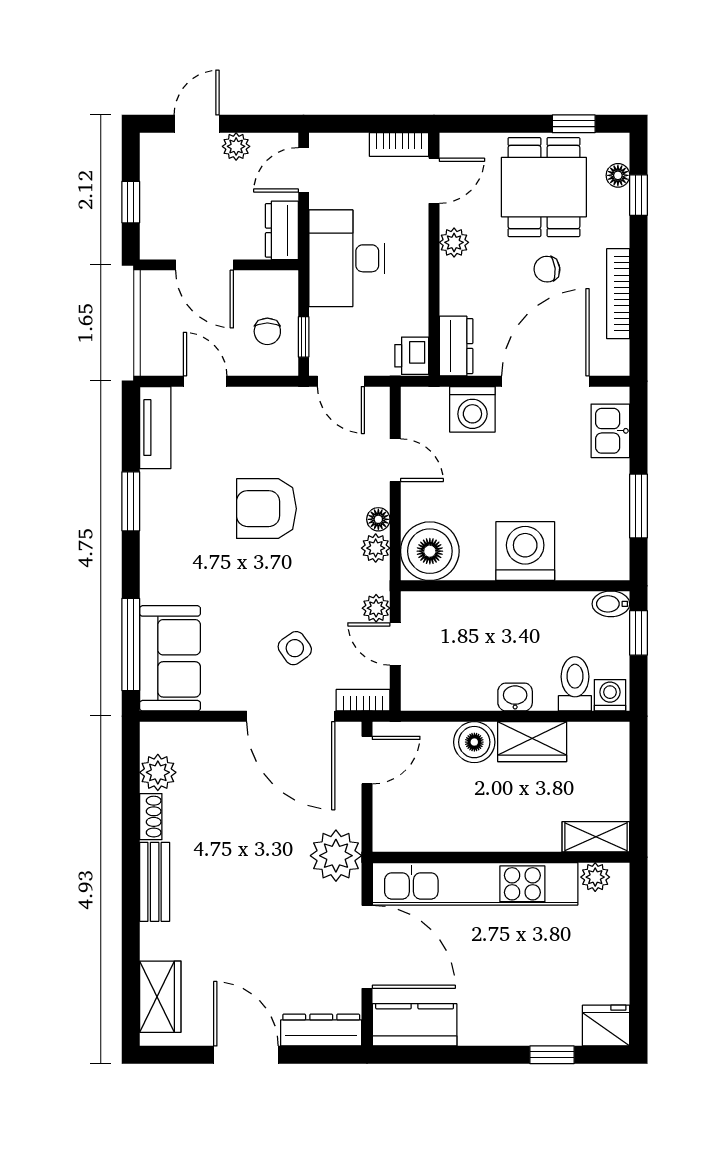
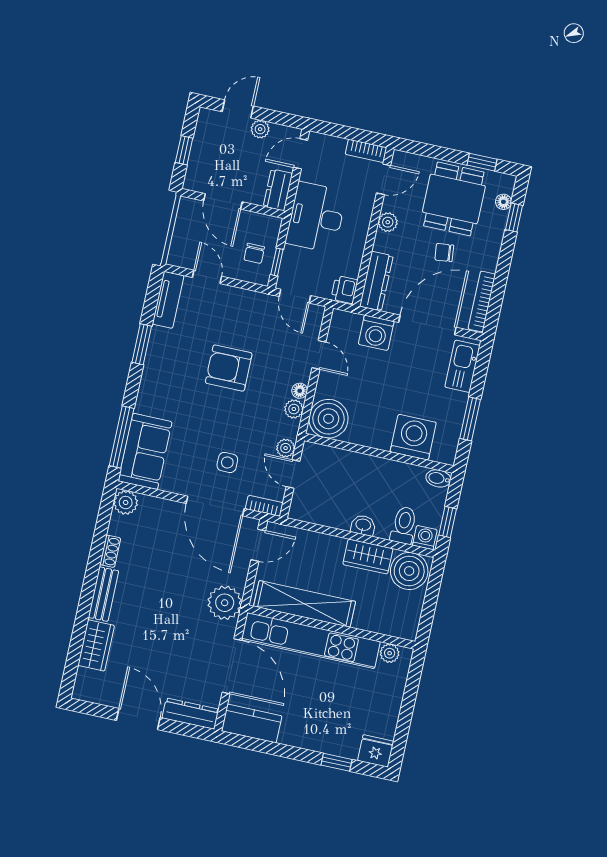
bookcase: (618, 294) -> (482, 302), moved
dresser: (456, 346) -> (376, 281), width x1.44
kitchen sink: (610, 431) -> (462, 366), width x1.38
washing machine: (525, 551) -> (413, 437), moved
window: (639, 633) -> (448, 522), moved
side table: (295, 648) -> (227, 462), turned 35
boiler: (474, 742) -> (409, 571), moved, width x1.37, depth x1.37
plant: (158, 772) -> (126, 502), moved
shelving: (596, 837) -> (305, 604), moved, width x2.20, depth x1.33
wardrobe: (160, 997) -> (96, 645), moved

